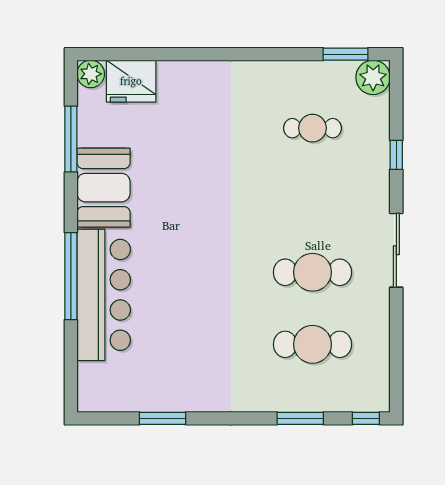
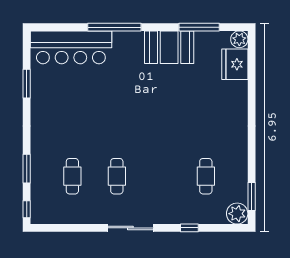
cafe table: (313, 272) -> (117, 176), width x0.73, depth x0.74
bar counter: (104, 295) -> (71, 47), moved
cafe table: (313, 344) -> (72, 176), width x0.73, depth x0.74

